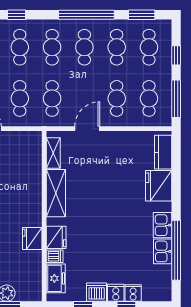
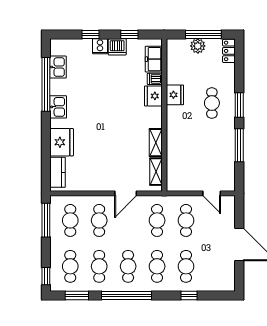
window: (176, 55) -> (46, 276), moved
shelving: (56, 193) -> (156, 143), width x0.67, depth x0.75
kitchen sink: (163, 251) -> (58, 67), moved
cooker: (133, 293) -> (84, 46), removed

